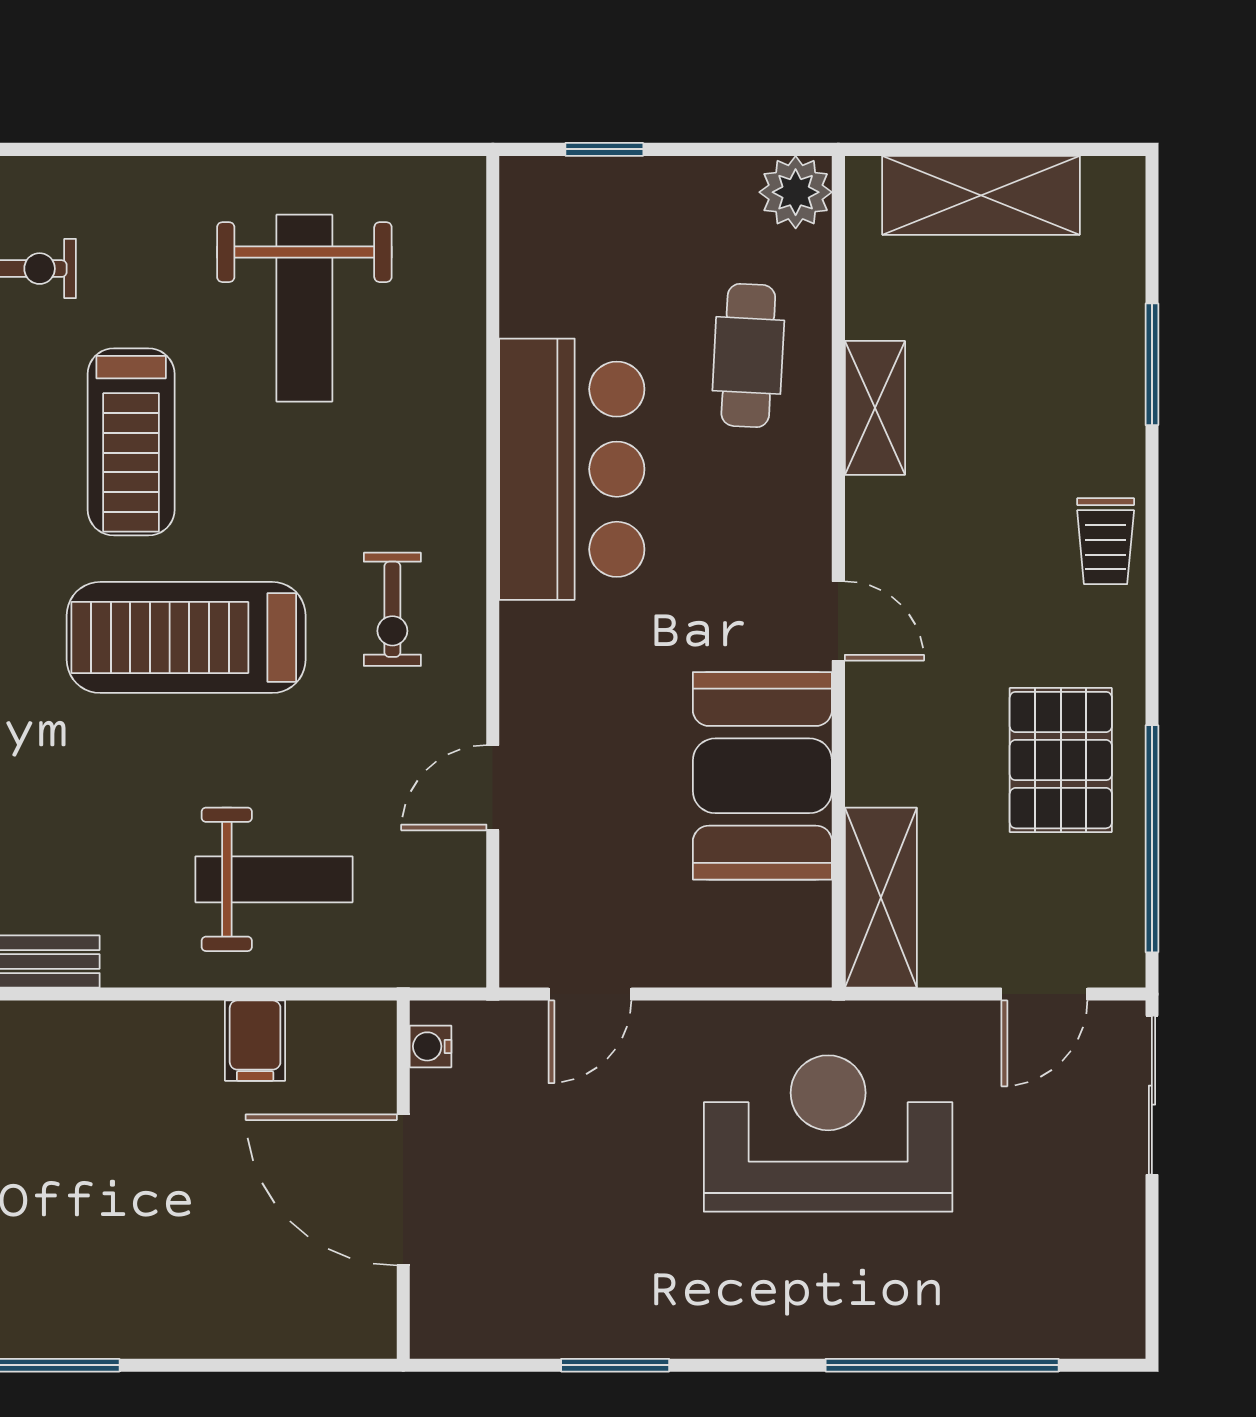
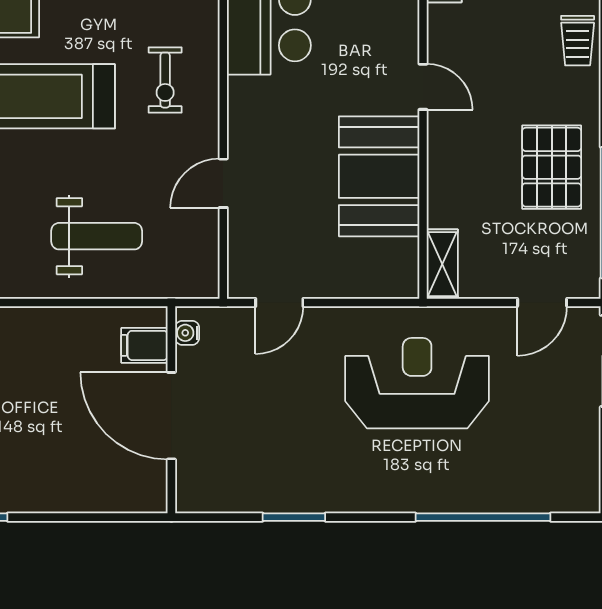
shelving: (881, 898) -> (442, 264), width x0.67, depth x0.75
filing cabinet: (255, 1041) -> (144, 345), moved, turned 90

